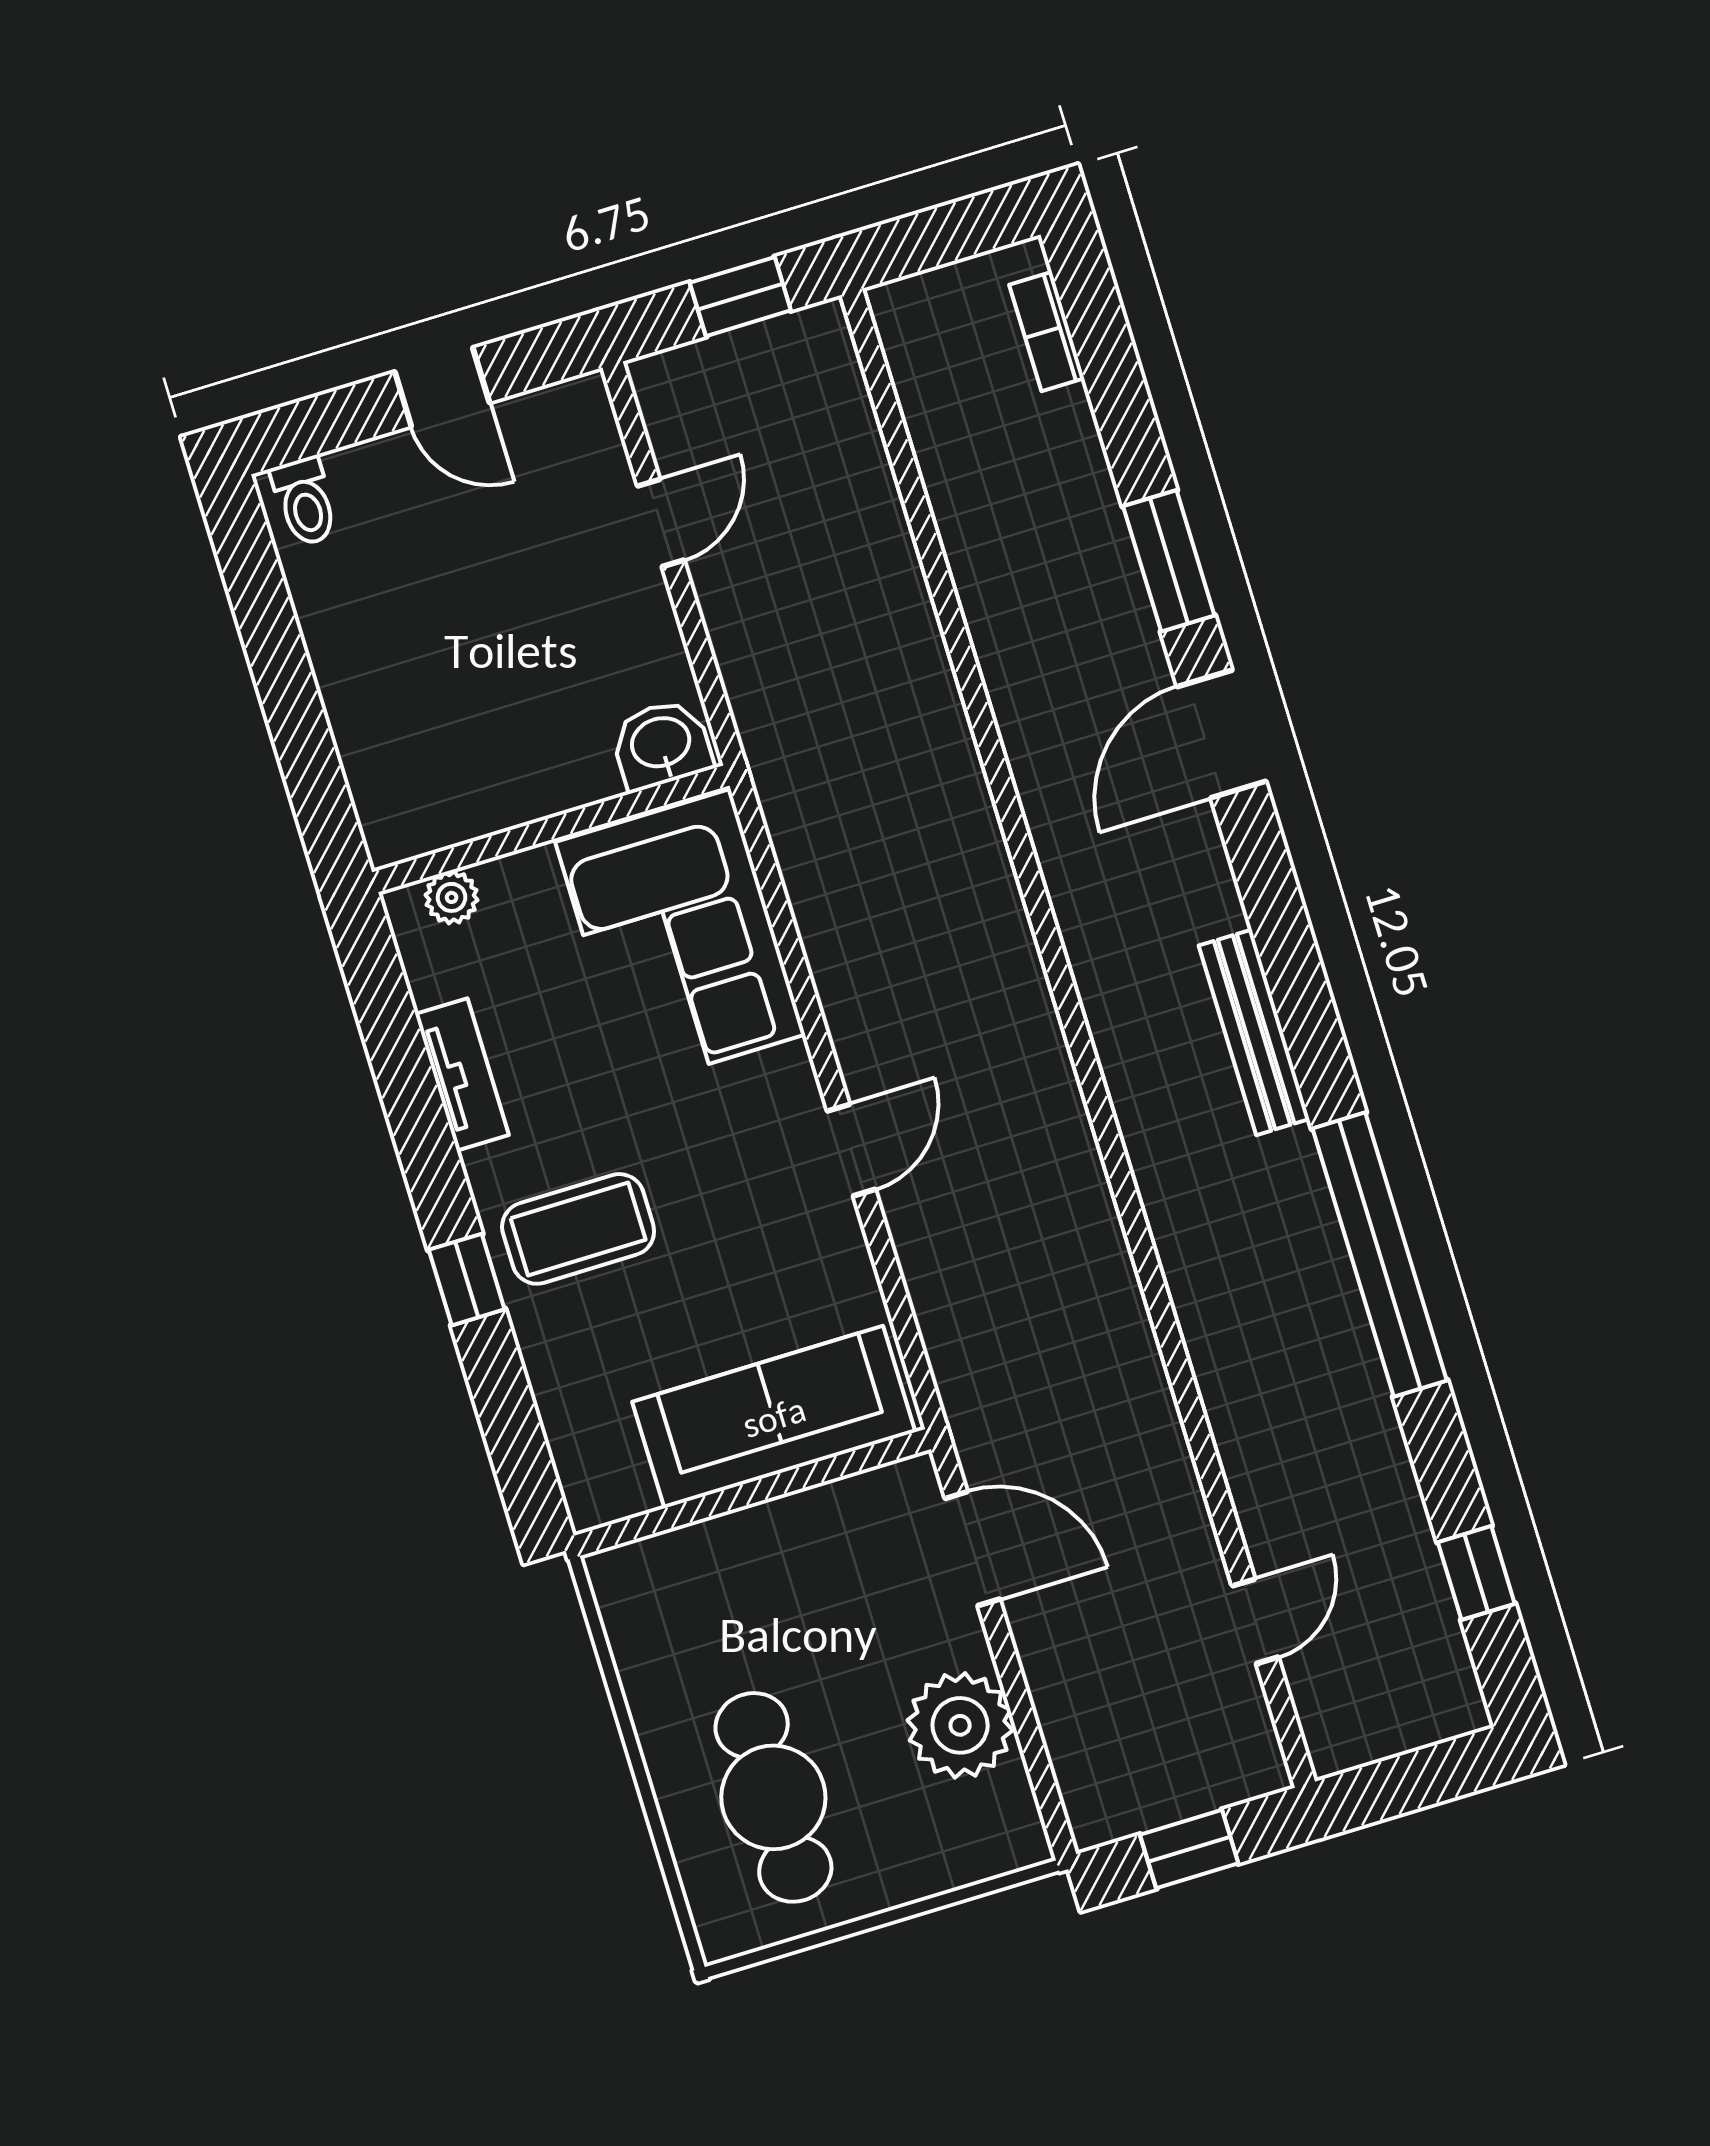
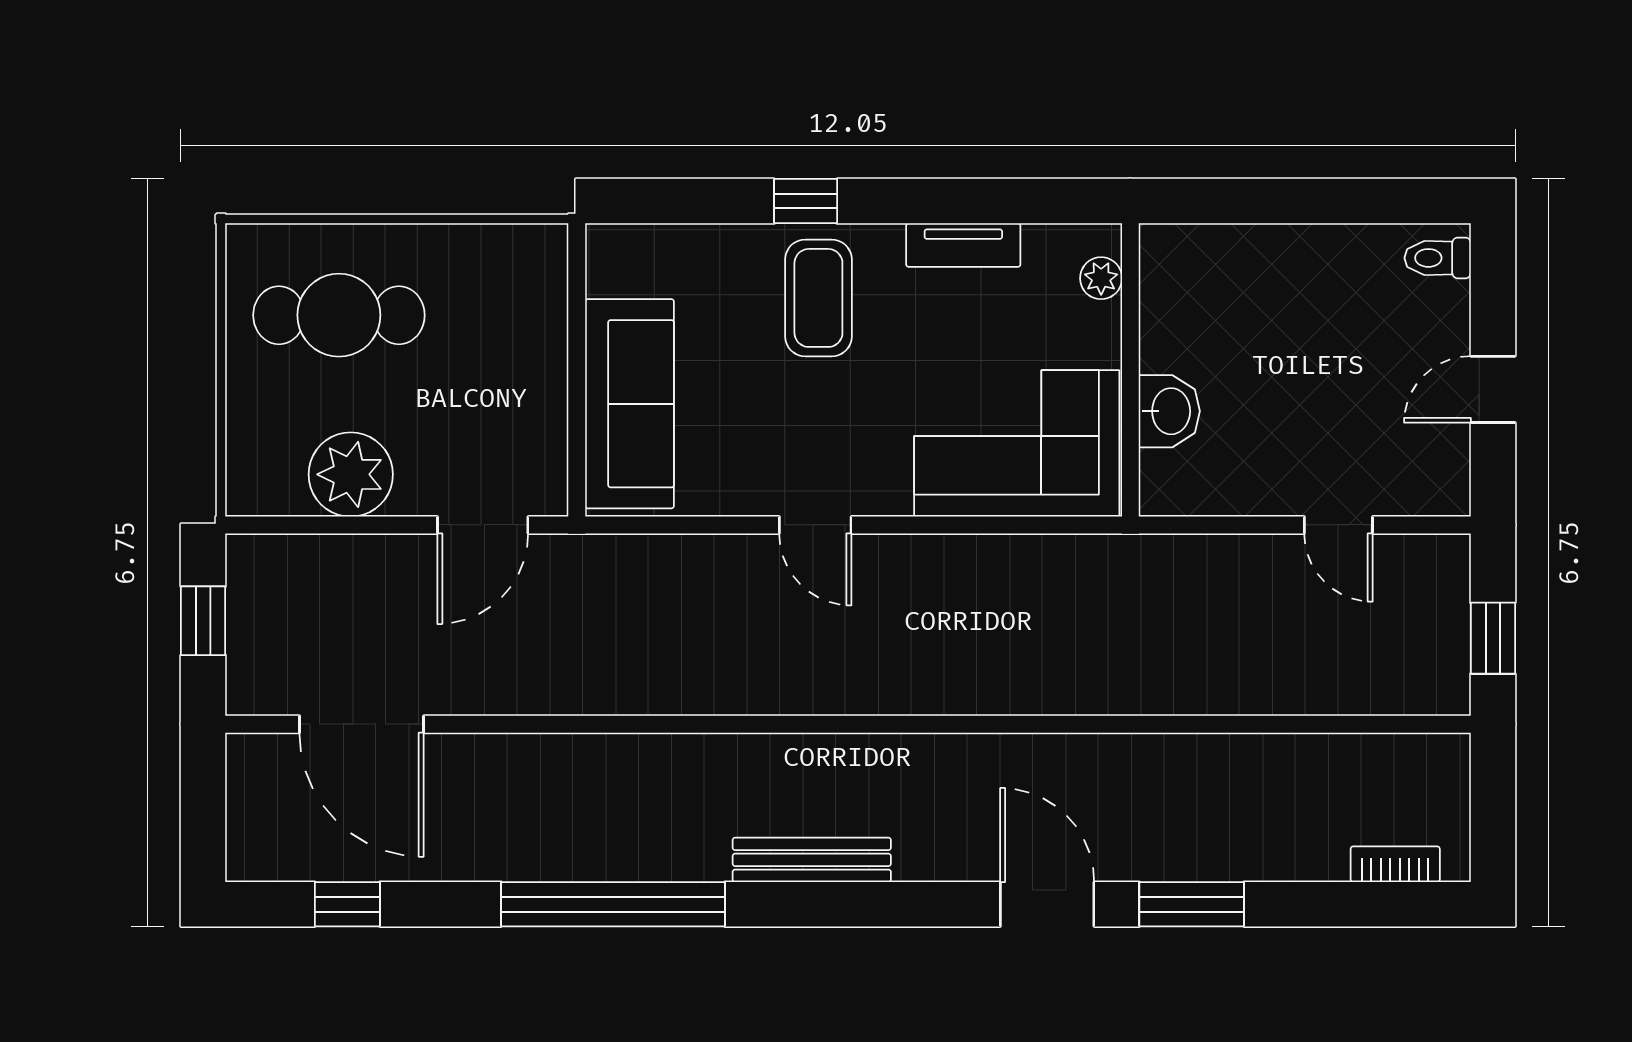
washbasin: (661, 744) -> (1169, 411), moved
door: (1255, 1621) -> (362, 724), width x1.88

